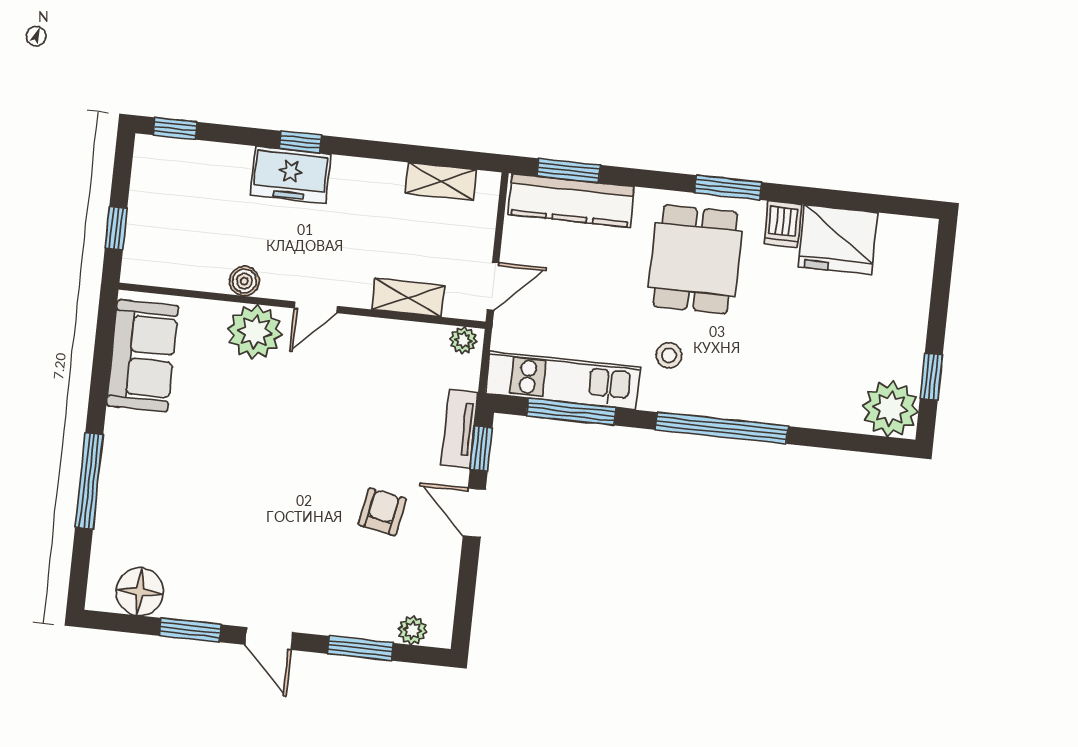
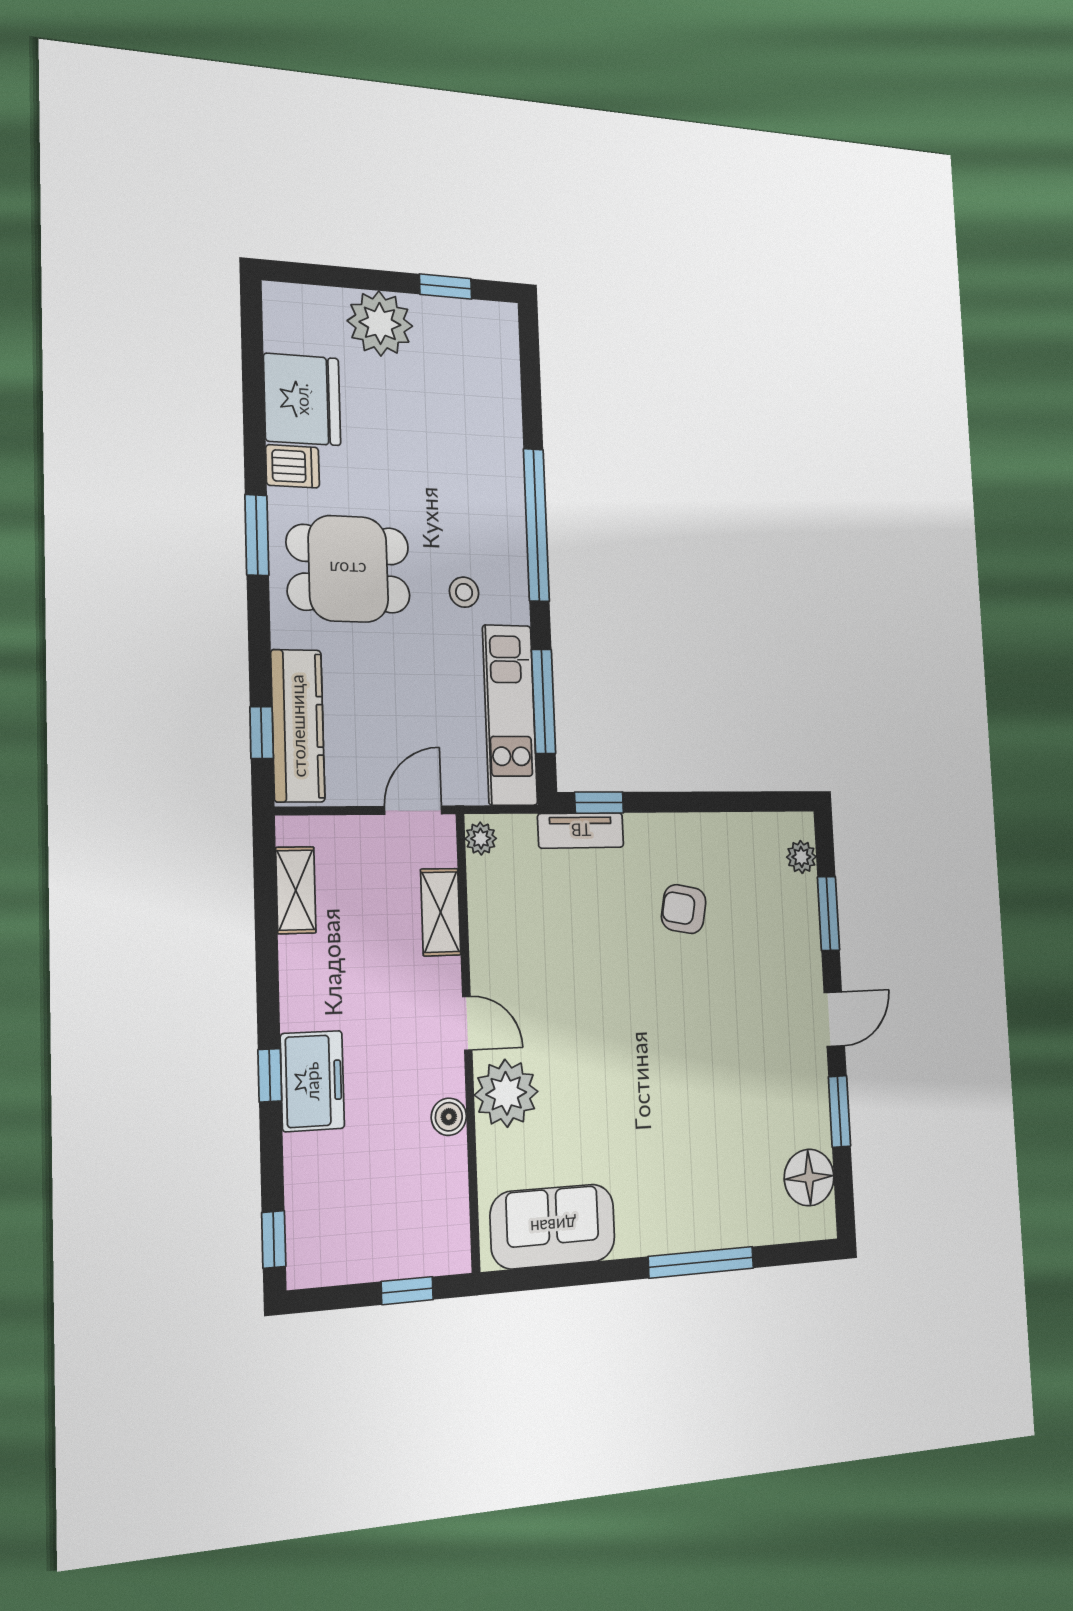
window: (569, 171) -> (262, 733), width x0.67
door: (493, 286) -> (413, 810), hinge flipped
plant: (890, 409) -> (380, 323), moved
door: (474, 513) -> (669, 802), removed

